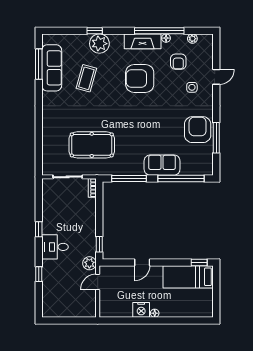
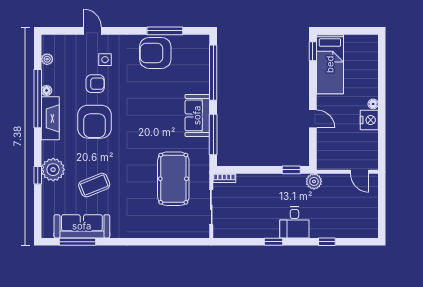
armchair: (178, 62) -> (95, 84), moved
coffee table: (86, 78) -> (94, 185), turned -38
sofa: (162, 165) -> (197, 115), moved
door: (98, 282) -> (360, 172), moved

